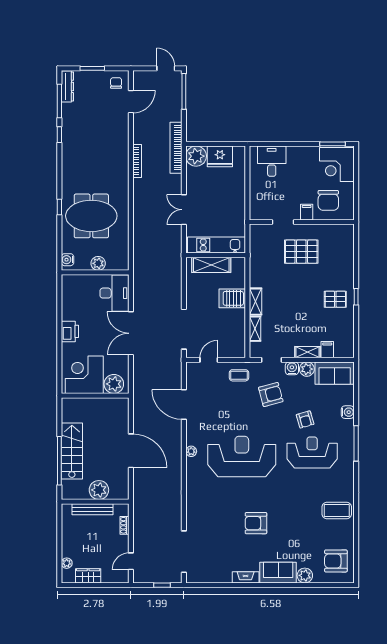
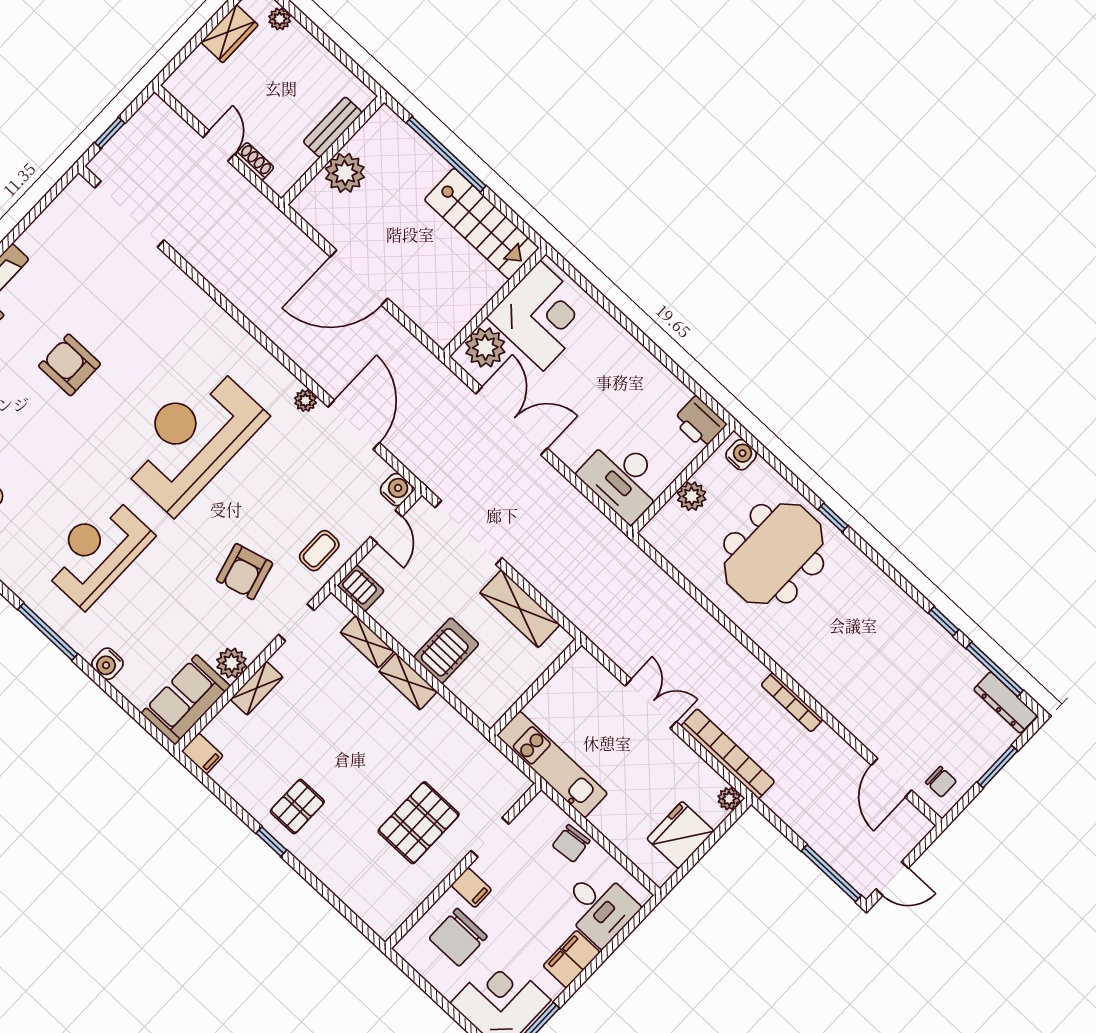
bookcase: (176, 148) -> (728, 754), moved
filing cabinet: (299, 154) -> (572, 959), added
plant: (196, 156) -> (729, 799), width x0.53, depth x0.53
chair: (259, 192) -> (571, 843), added
chair: (328, 200) -> (458, 937), turned -90
kitchen unit: (217, 245) -> (552, 764), moved, turned -90
shelving: (211, 265) -> (520, 609), moved, turned 90
printer: (70, 331) -> (700, 422), moved
double door: (131, 333) -> (512, 421), moved
server rack: (239, 349) -> (361, 588), added
filing cabinet: (327, 350) -> (202, 754), moved
water cooler: (292, 368) -> (397, 490), moved, turned -90
door: (184, 404) -> (354, 425), hinge flipped
armchair: (305, 419) -> (157, 588), removed
stairs: (72, 451) -> (482, 224), moved
plant: (191, 451) -> (305, 400), moved
reception desk: (312, 453) -> (97, 552), turned 180
reception desk: (242, 456) -> (192, 439), turned 180
bench: (92, 509) -> (333, 127), width x0.73
armchair: (256, 523) -> (70, 365), turned -90
door: (131, 561) -> (219, 146), moved

